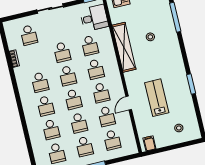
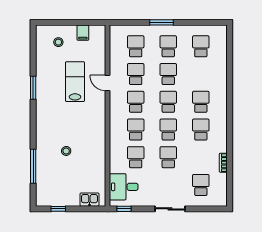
shelving: (124, 47) -> (98, 146), removed
lab bench: (157, 98) -> (75, 82), turned 180
door: (129, 103) -> (108, 83), swing flipped
school desk: (51, 129) -> (201, 74), removed
filing cabinet: (149, 143) -> (83, 33), moved

